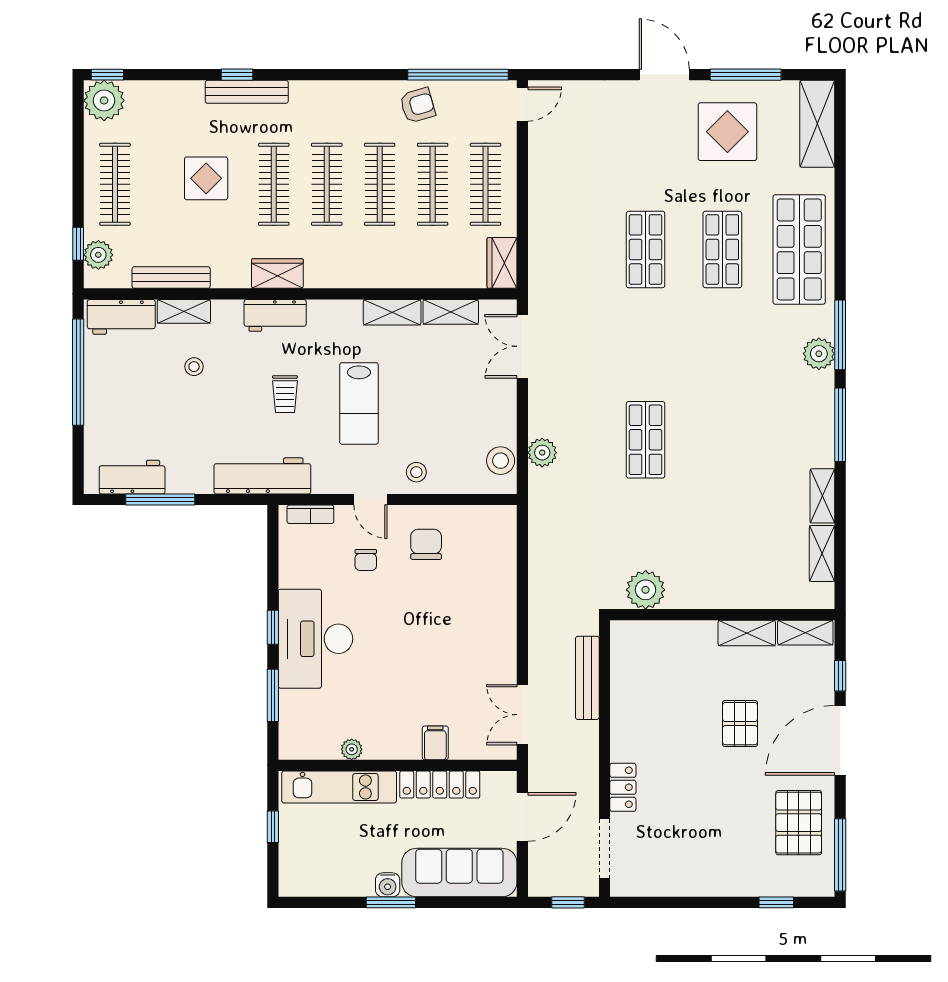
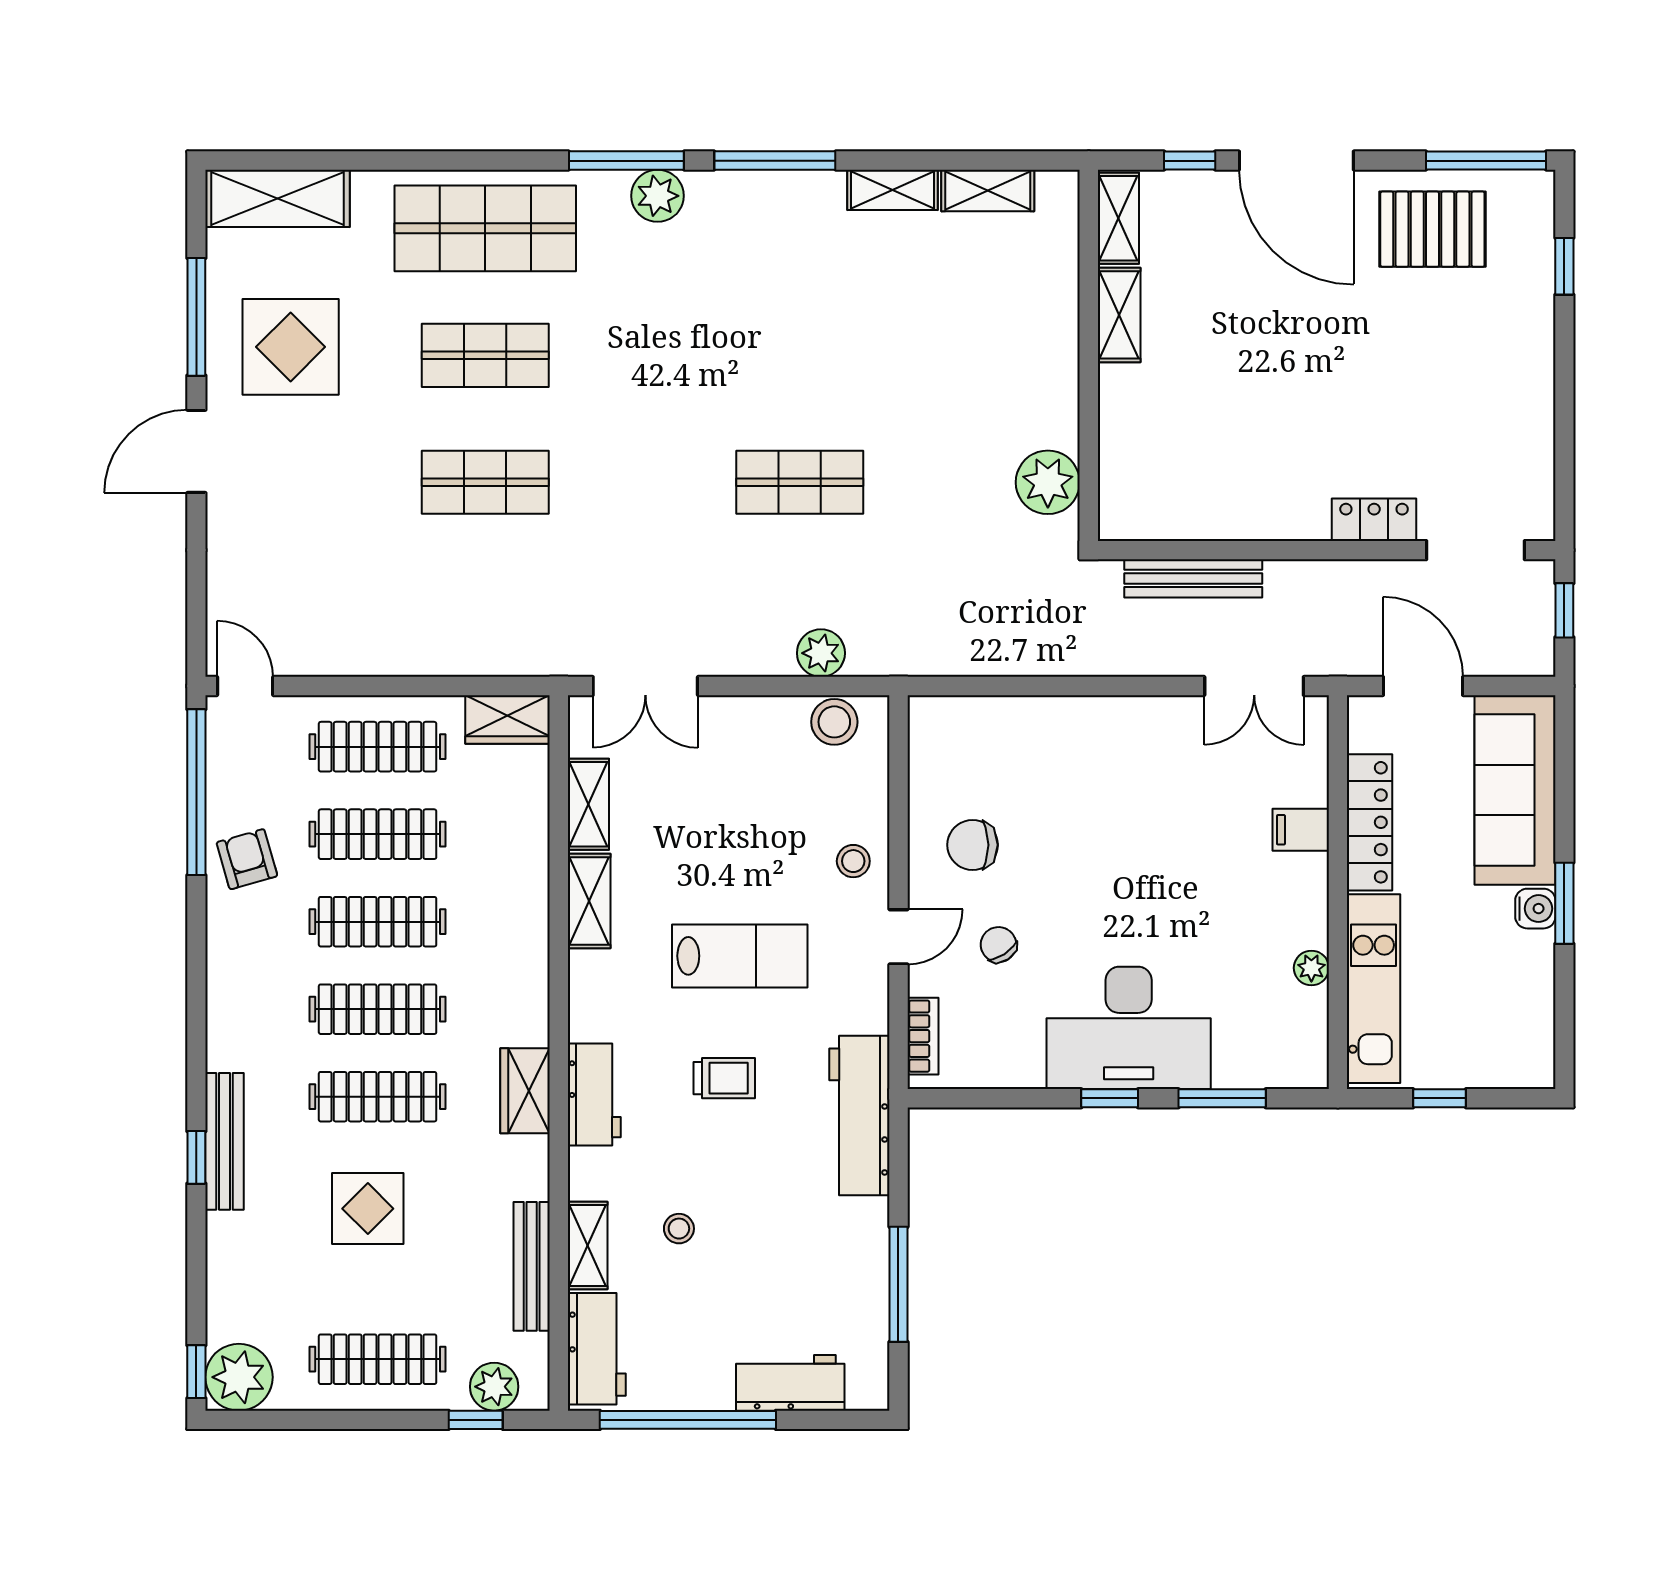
workbench: (132, 477) -> (790, 1383), moved, turned 90
chair: (366, 560) -> (999, 945), turned -123
pallet: (740, 724) -> (1269, 326), removed

